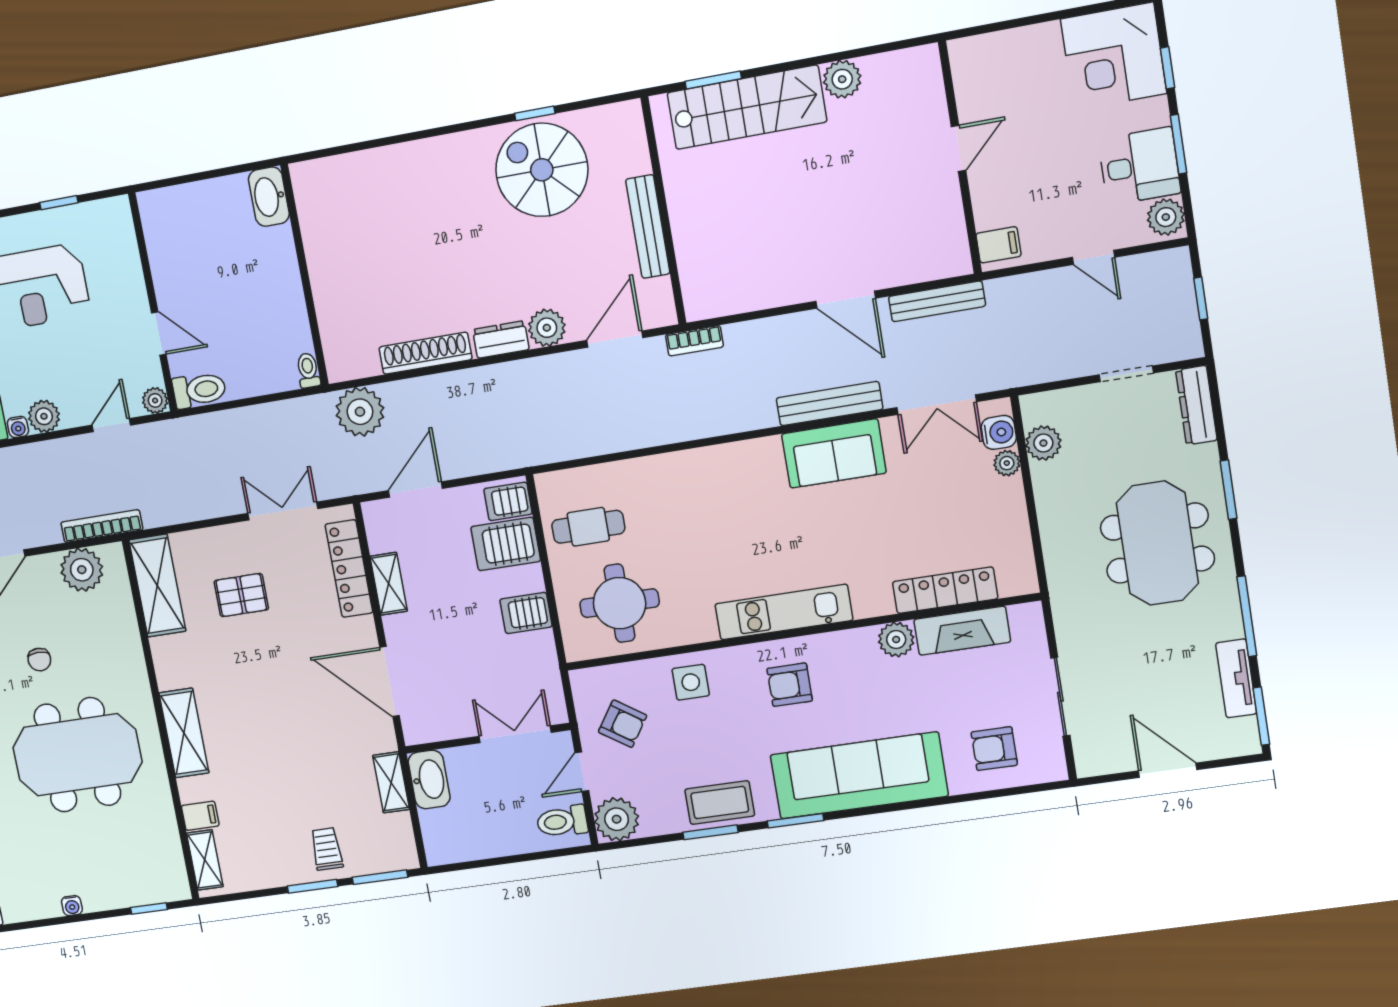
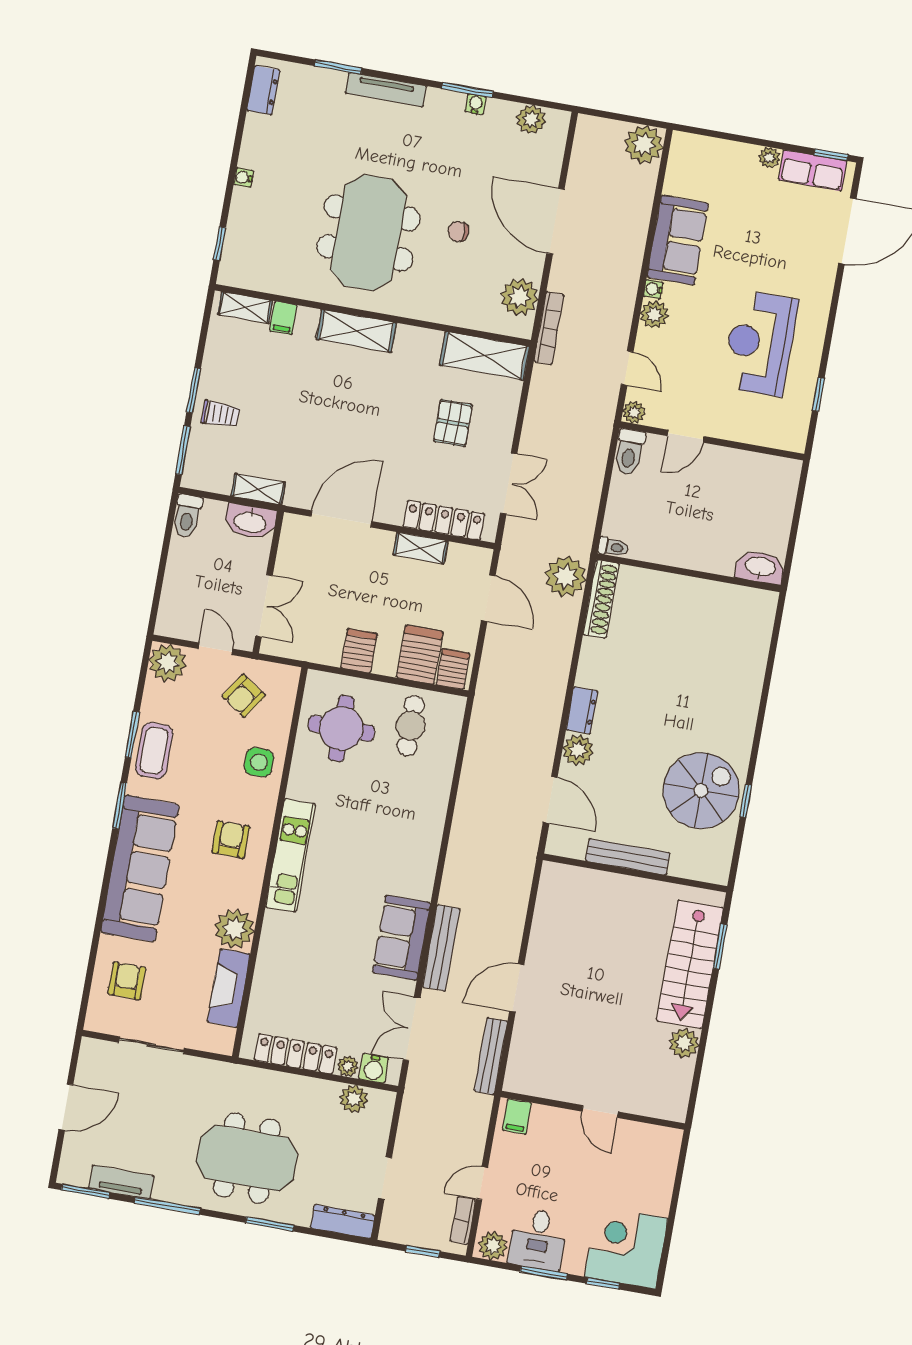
bookcase: (694, 341) -> (463, 1220), moved
shoe rack: (425, 353) -> (601, 599), moved
locker: (945, 590) -> (296, 1054), moved, turned -90
plant: (896, 640) -> (235, 929), width x1.36, depth x1.36
toilet: (562, 821) -> (187, 516), moved, turned 180

